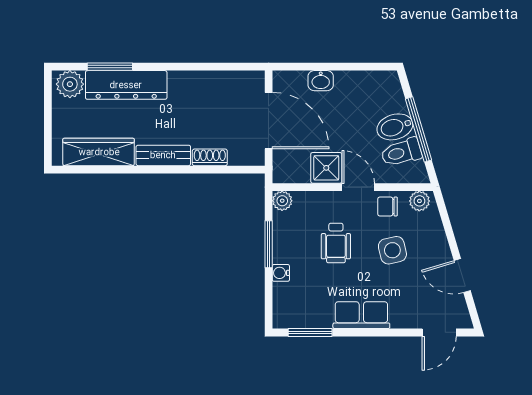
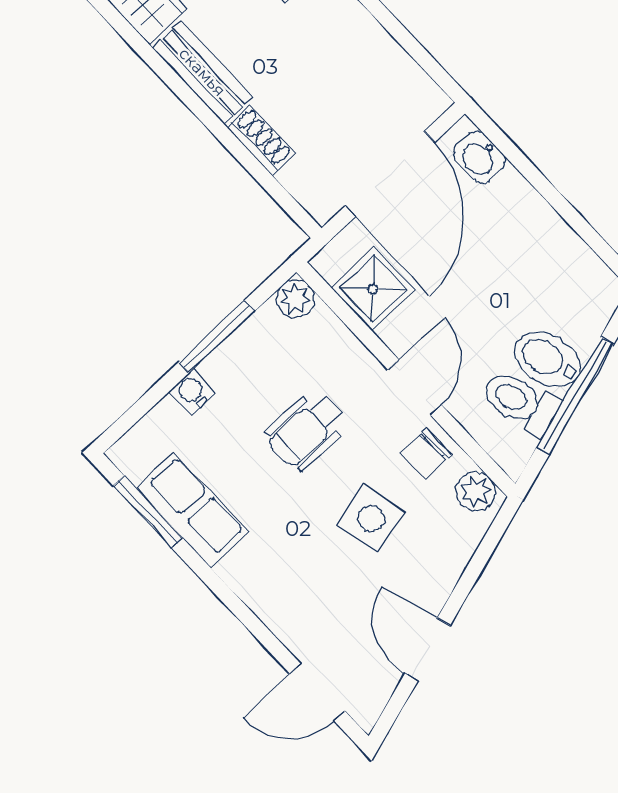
washbasin: (321, 81) -> (479, 157), moved
shower: (326, 168) -> (373, 289), moved
chair: (388, 207) -> (426, 454), turned -90
row of seats: (361, 315) -> (192, 510), moved

